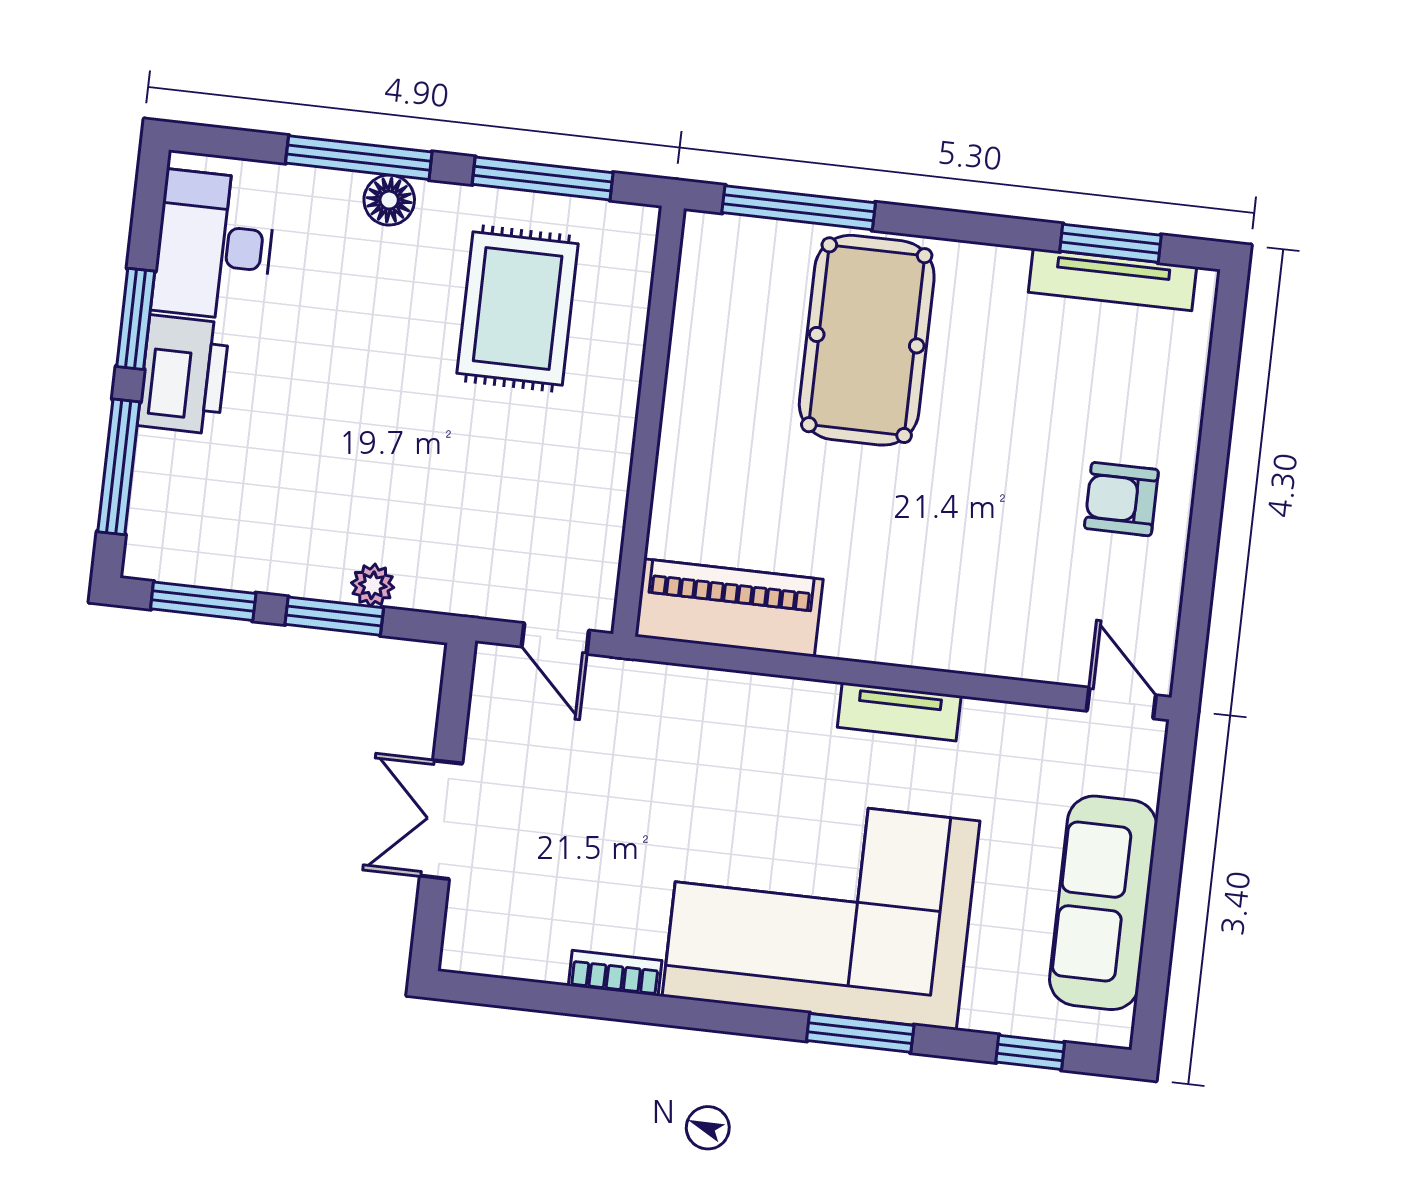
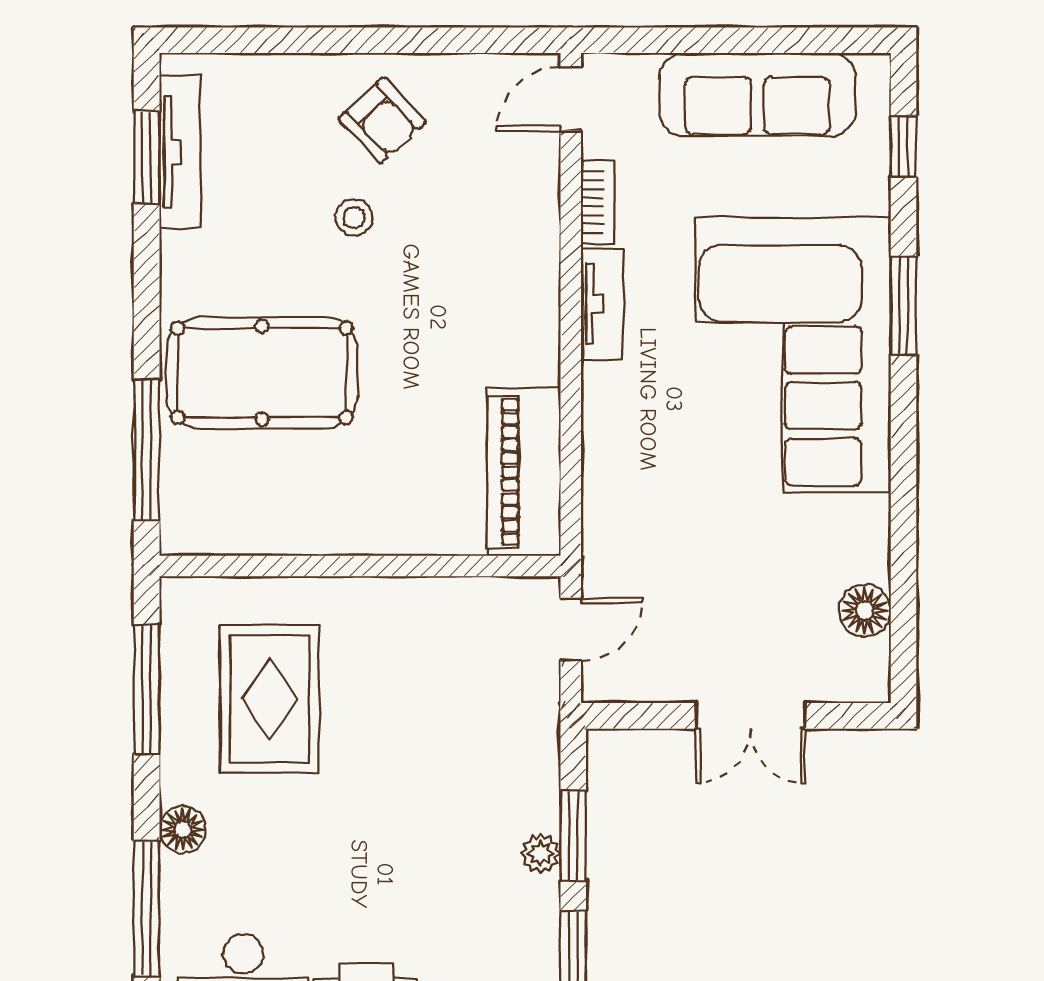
window: (359, 158) -> (147, 908), moved
rug: (518, 308) -> (269, 699), turned 90
stool: (1021, 457) -> (354, 217), added
armchair: (1121, 499) -> (382, 120), turned -43
plant: (373, 585) -> (541, 853), moved
floor lamp: (539, 955) -> (865, 611), added
bookcase: (615, 973) -> (598, 202), moved, turned 180

